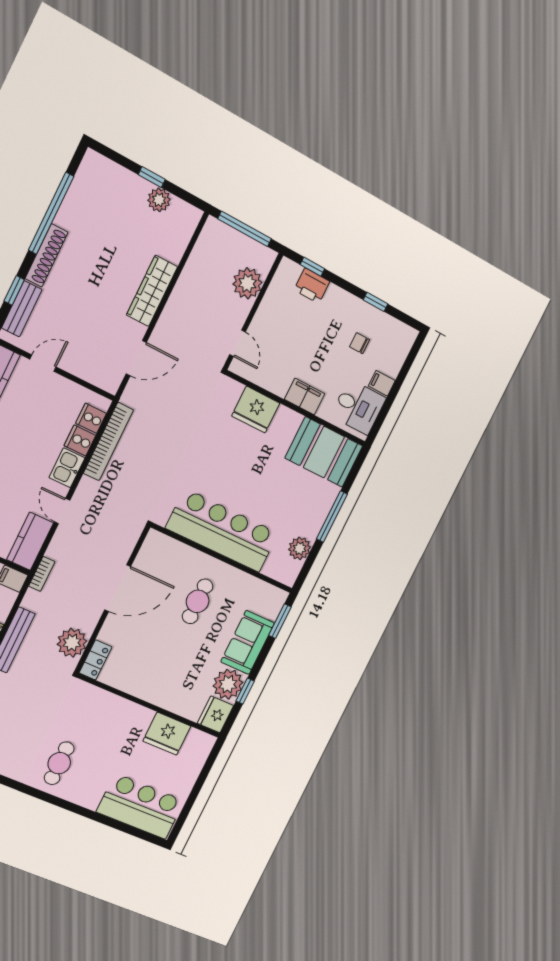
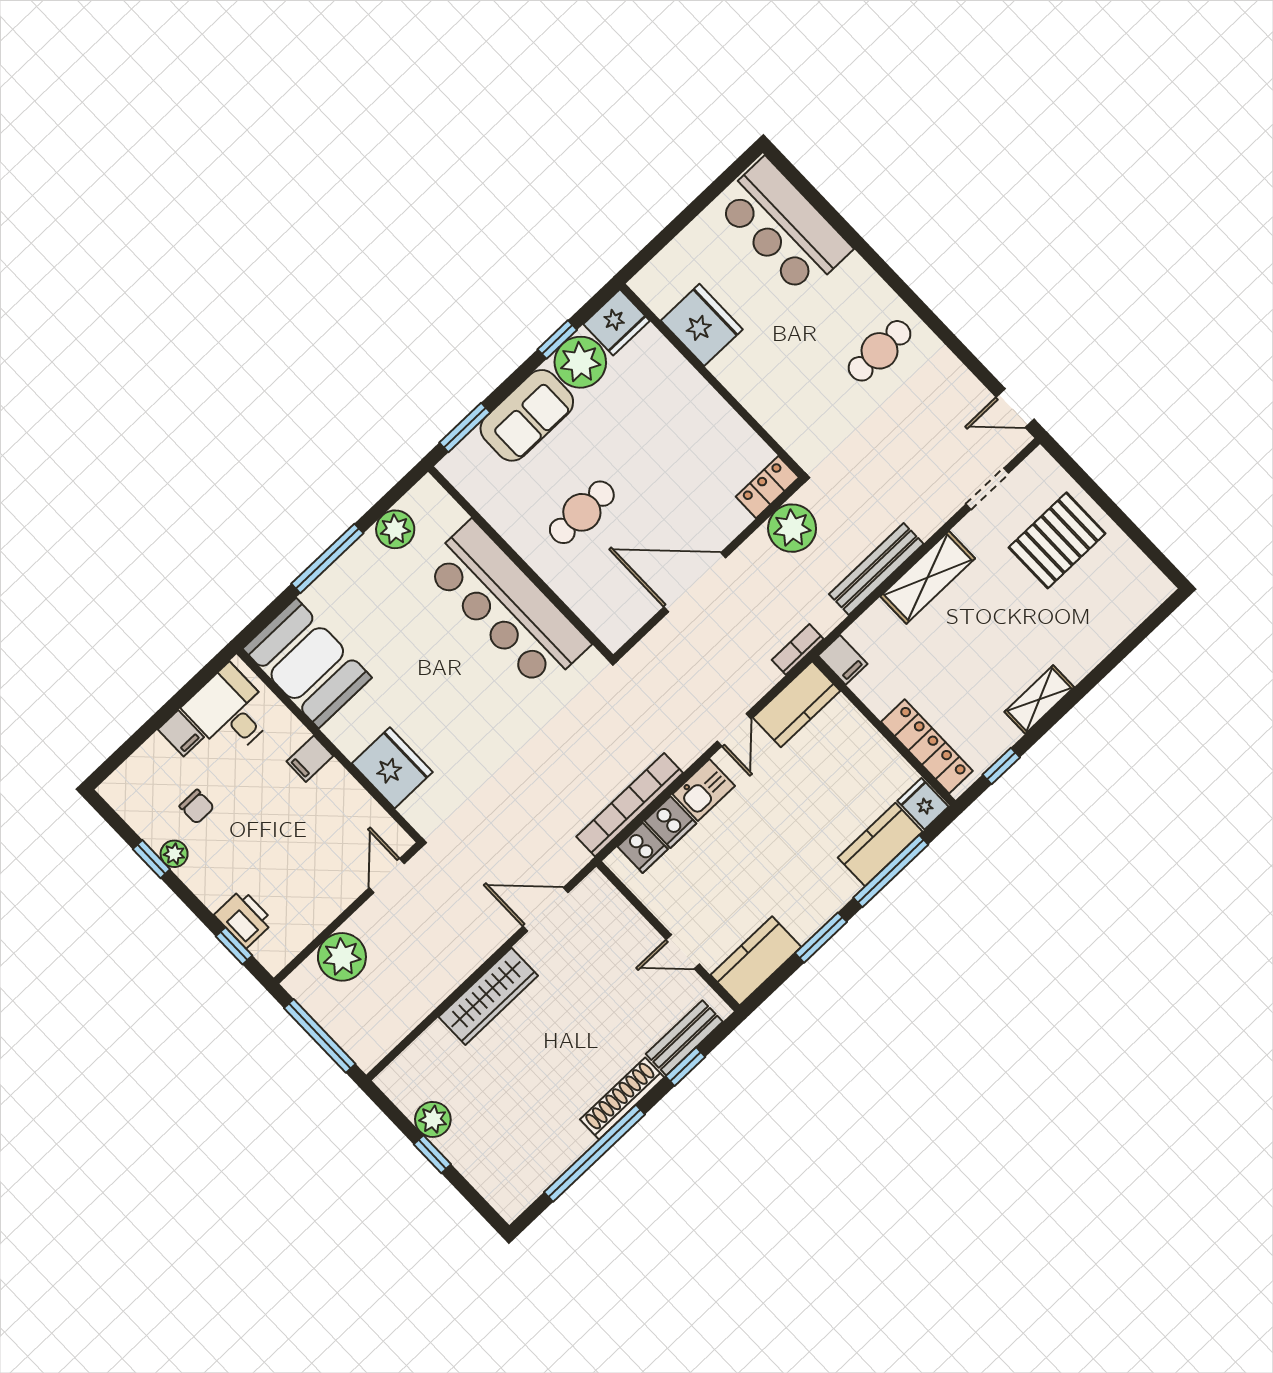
plant: (364, 310) -> (174, 854), added
filing cabinet: (305, 397) -> (310, 759), width x0.50

